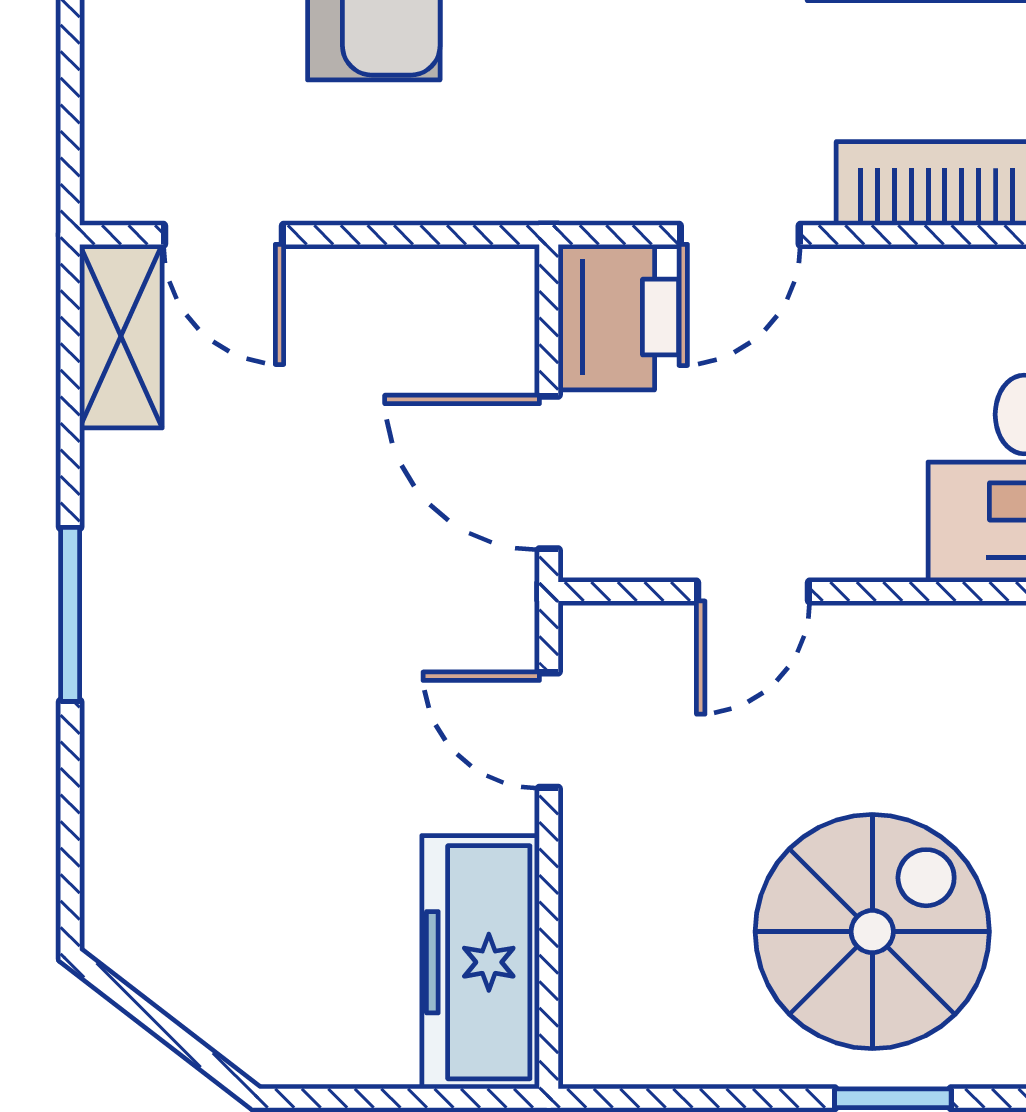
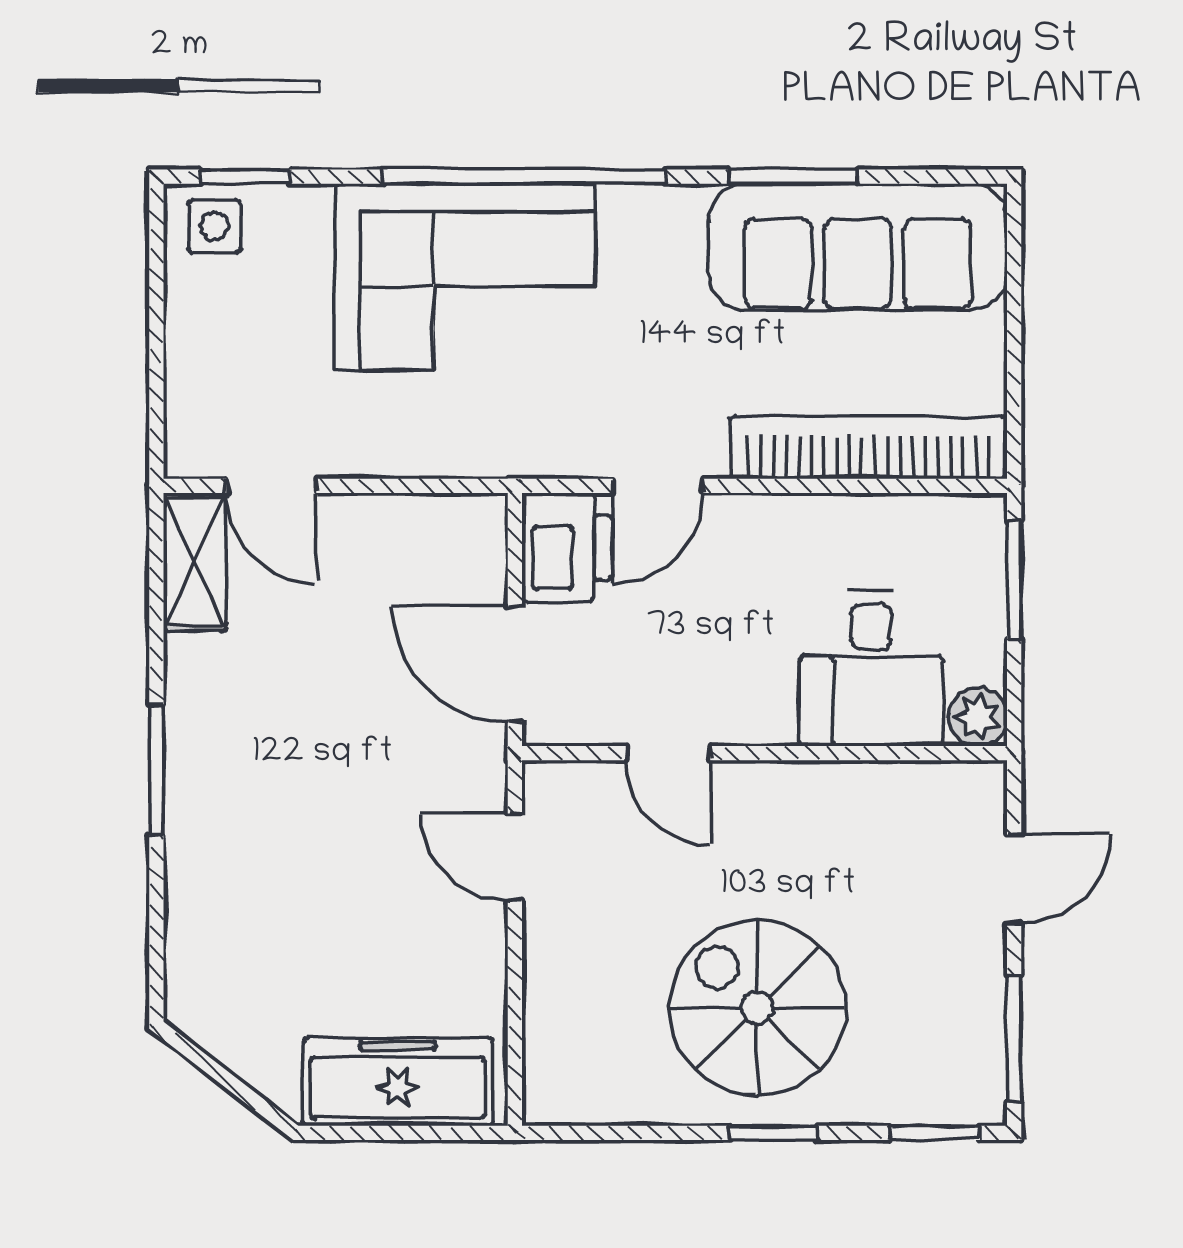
door: (753, 592) -> (668, 753), hinge flipped
spiral stairs: (872, 932) -> (757, 1008), turned -90
freezer: (481, 962) -> (398, 1082), moved, turned 90

